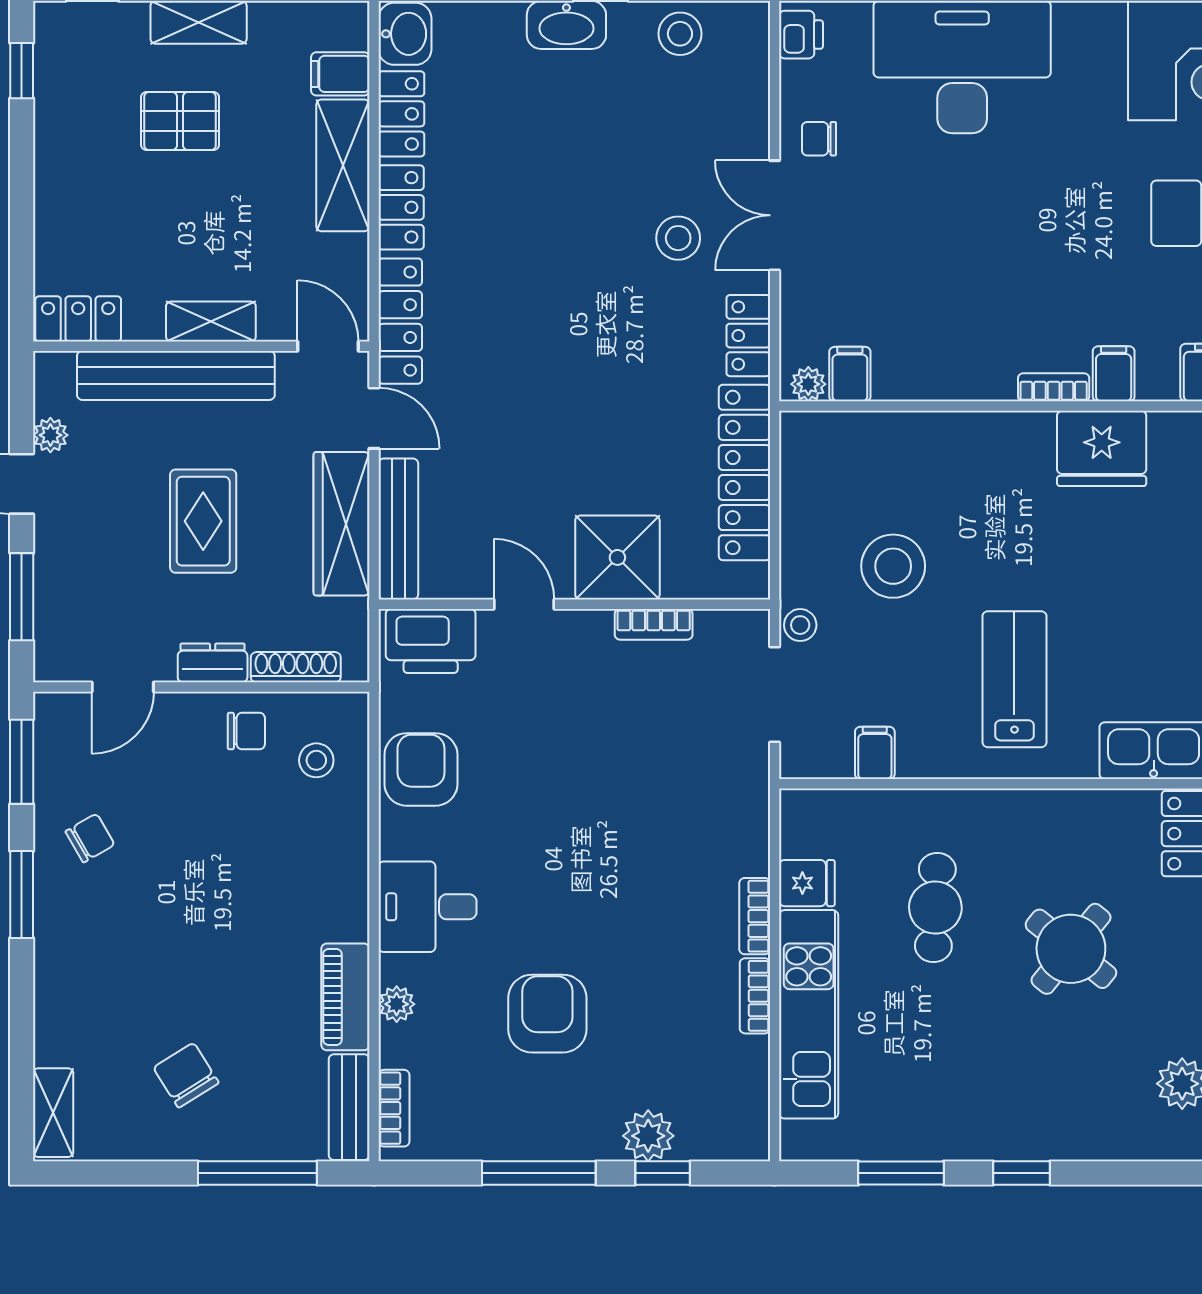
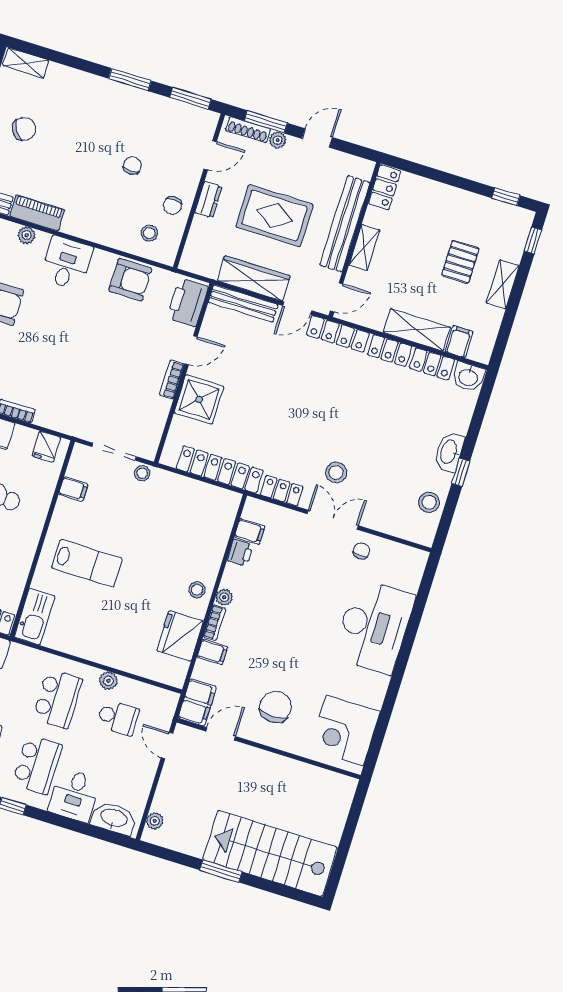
printer: (801, 35) -> (240, 553), moved, turned -90
plant: (808, 384) -> (224, 597), moved
plant: (50, 435) -> (278, 140), moved
rug: (203, 521) -> (274, 216), width x1.36, depth x1.43
stool: (893, 566) -> (197, 590), moved, width x0.53, depth x0.53
bookcase: (654, 624) -> (172, 380), moved
shoe rack: (296, 667) -> (248, 130), moved, turned 90
door: (123, 687) -> (210, 155), swing flipped
chair: (90, 838) -> (132, 166), moved, turned -150
fridge: (807, 883) -> (46, 447), moved

